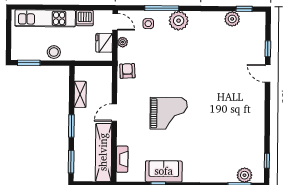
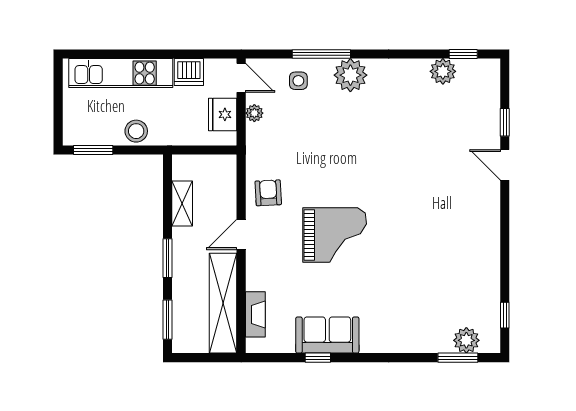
armchair: (127, 71) -> (268, 193), moved

